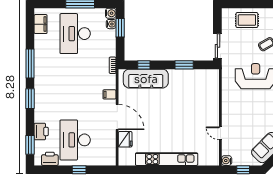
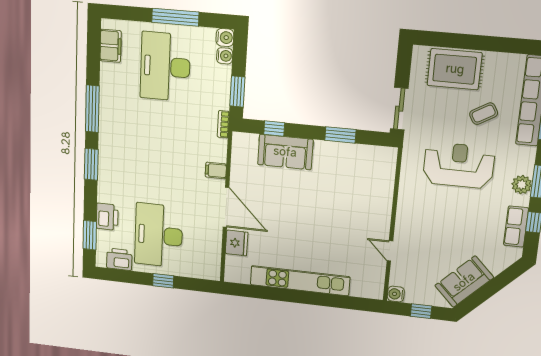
rug: (247, 20) -> (455, 69), width x1.36, depth x1.43
window: (120, 28) -> (237, 91), moved
sofa: (146, 79) -> (285, 152), width x0.73

